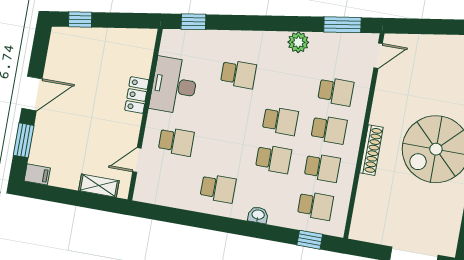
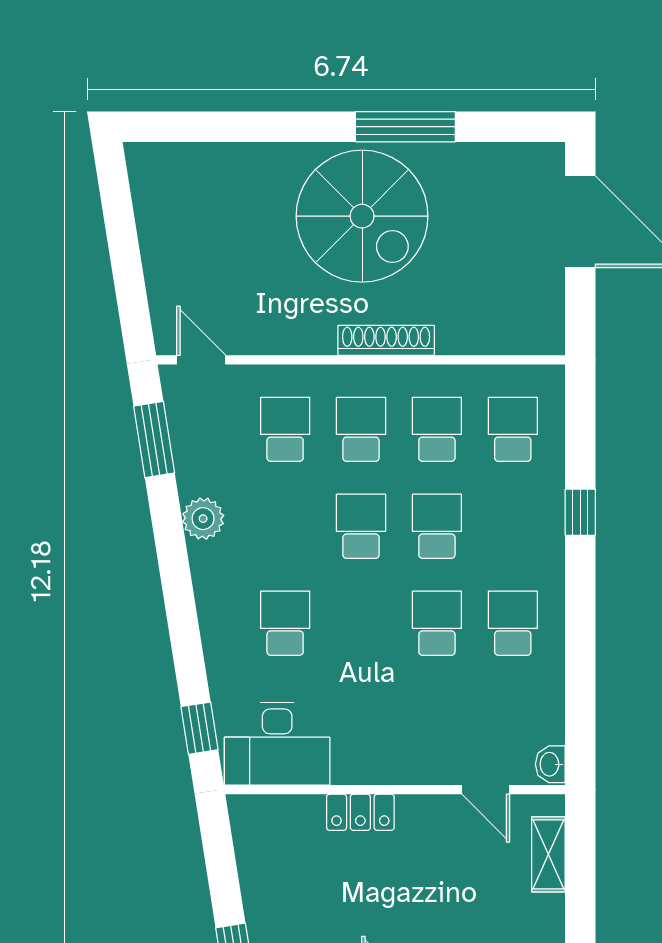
desk: (174, 86) -> (277, 744), moved
school desk: (176, 142) -> (437, 623), moved
washbasin: (258, 215) -> (550, 764), moved
window: (310, 240) -> (580, 512), moved

